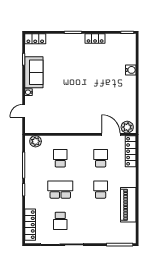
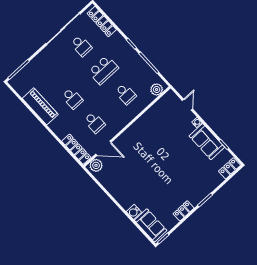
sofa: (128, 50) -> (151, 225), added
school desk: (60, 221) -> (81, 46), turned 180

